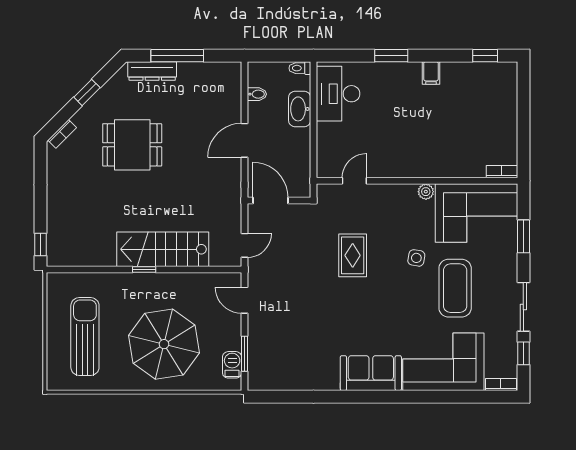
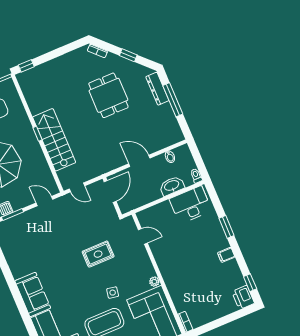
printer: (502, 74) -> (243, 297), added
door: (245, 300) -> (44, 201), hinge flipped

